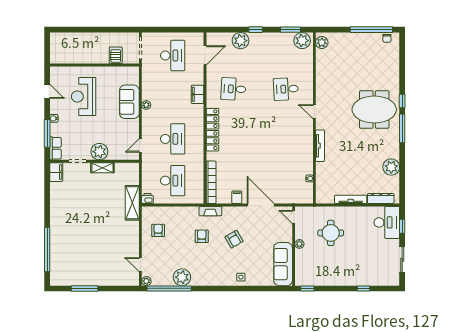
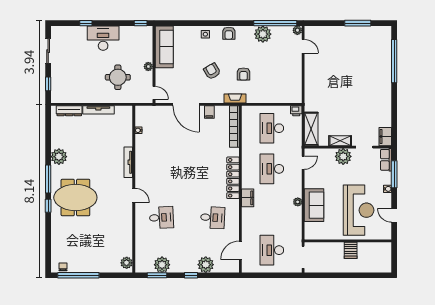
plant: (302, 41) -> (162, 265), moved
server rack: (116, 55) -> (351, 250), moved
filing cabinet: (198, 94) -> (248, 198), moved
reception desk: (84, 97) -> (359, 210), width x1.36, depth x1.30
plant: (391, 167) -> (59, 157), moved
shelving: (132, 203) -> (311, 129), moved
desk: (387, 222) -> (103, 38), moved, turned 90
armchair: (158, 230) -> (229, 33), moved

